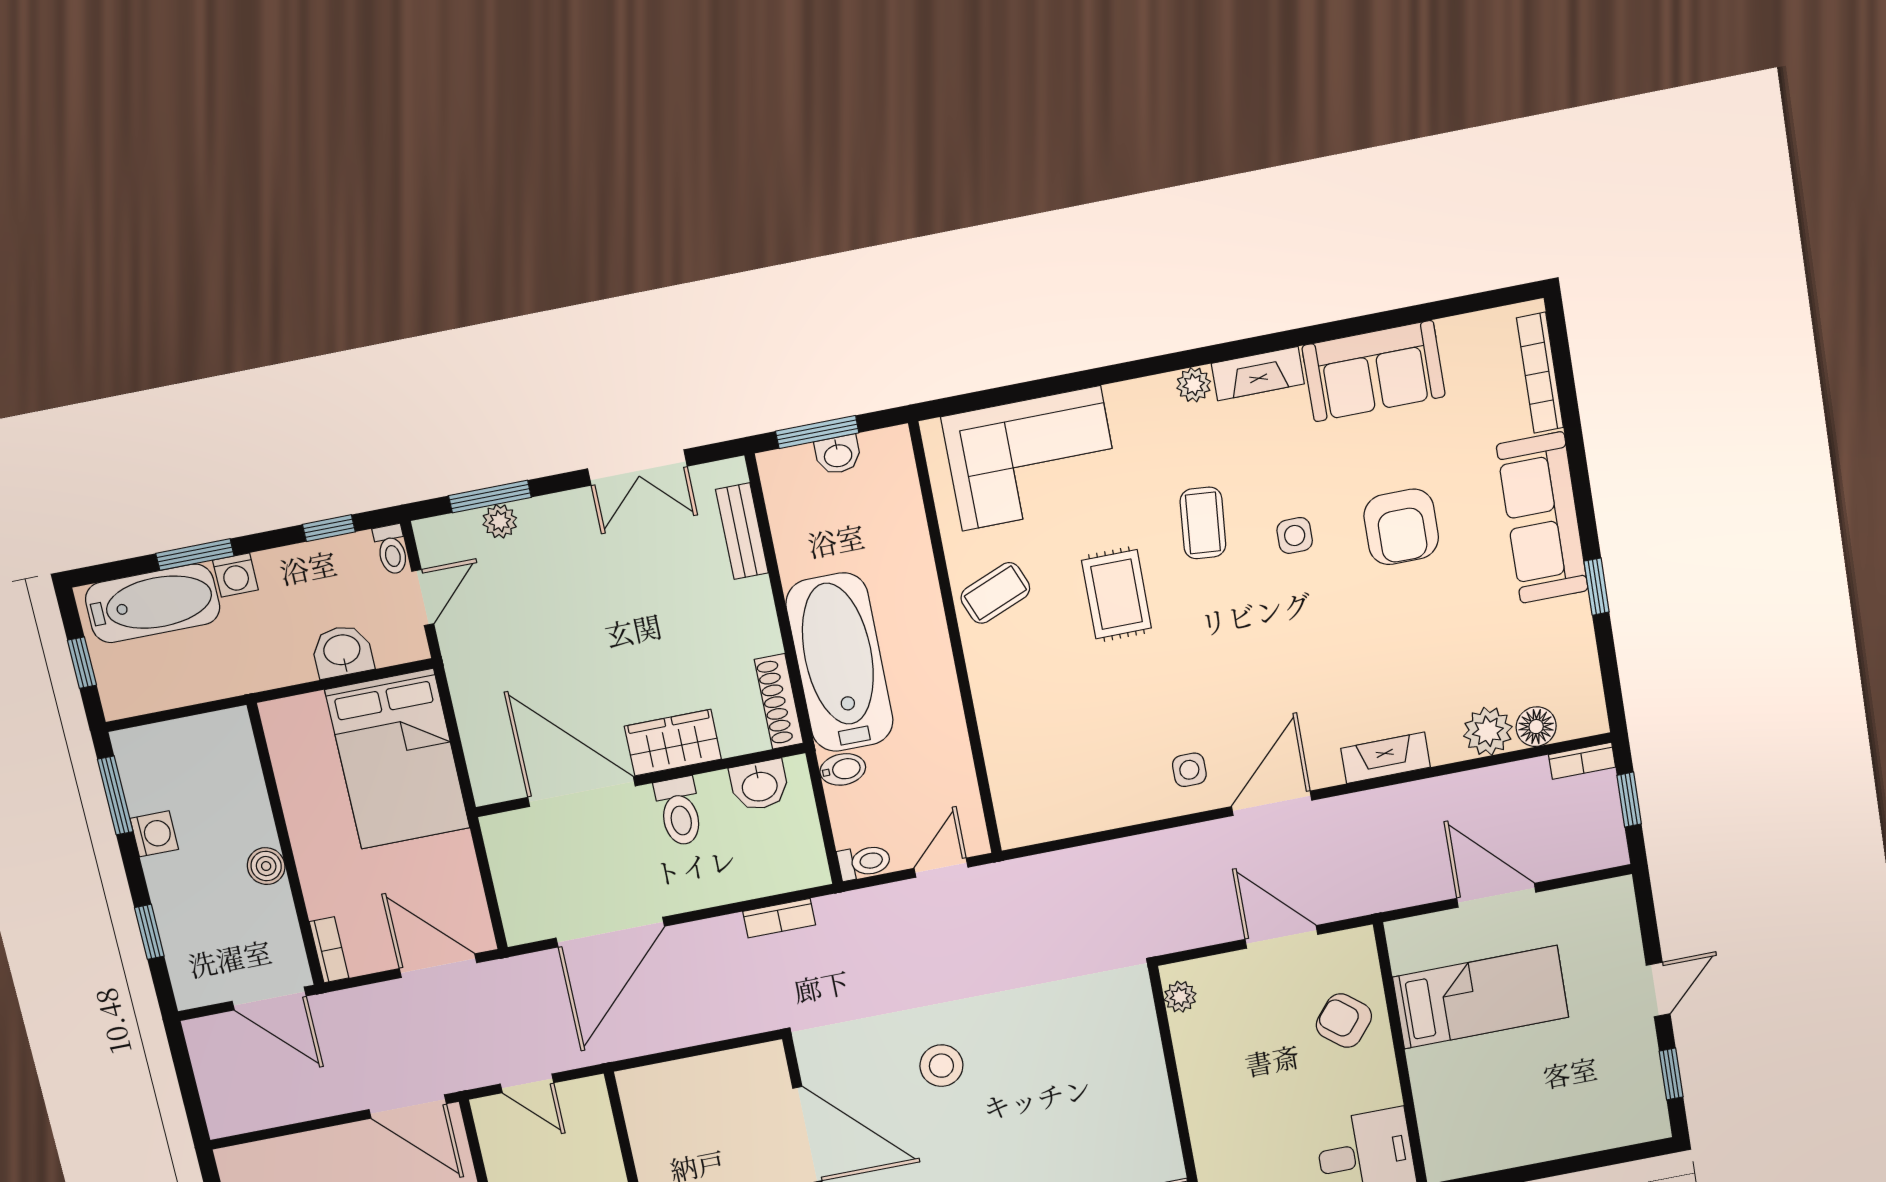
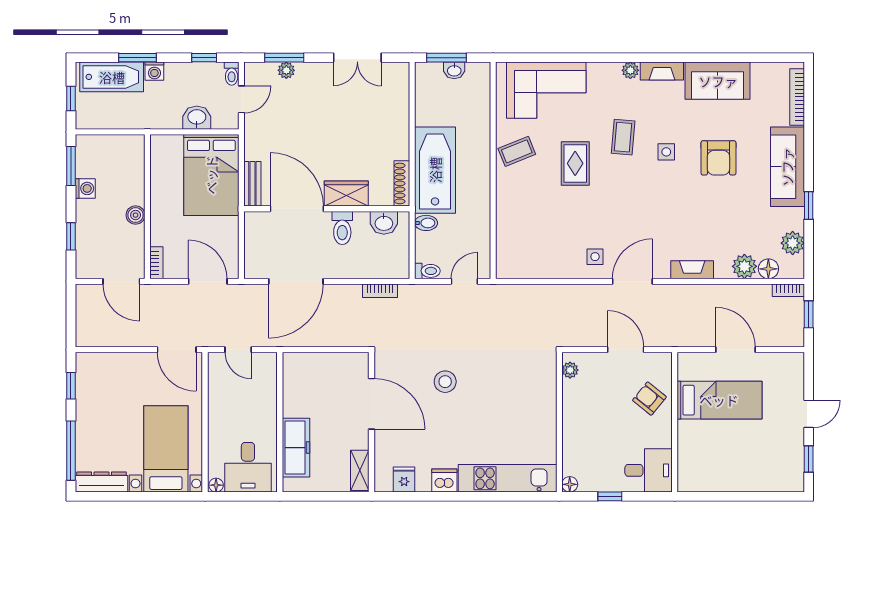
bench: (742, 531) -> (252, 184), moved
plant: (1576, 667) -> (793, 243), added

